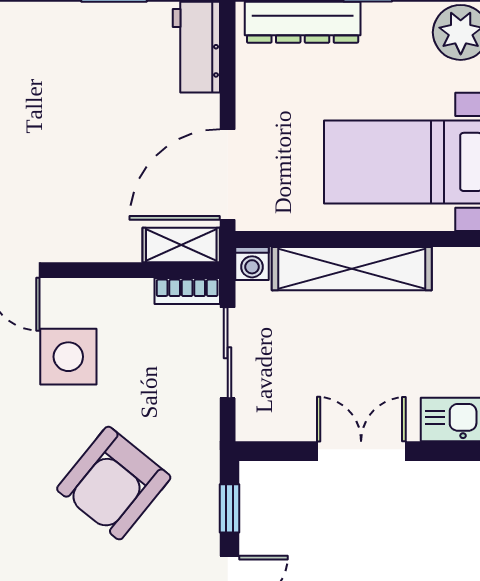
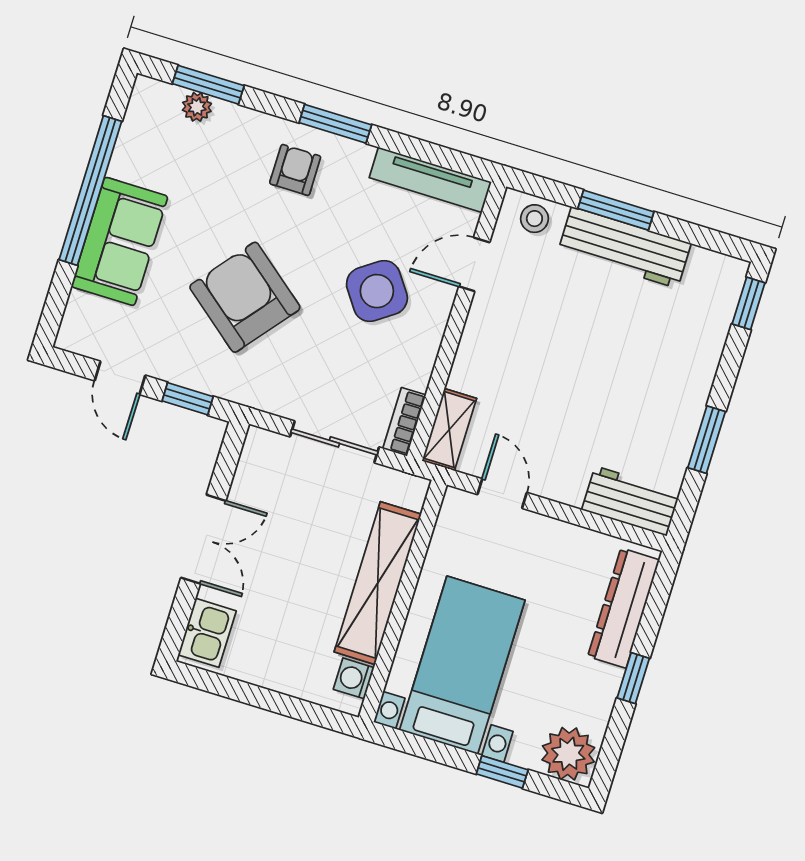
door: (228, 174) -> (502, 494), width x0.53
washing machine: (252, 263) -> (354, 678), moved
side table: (68, 357) -> (377, 291), turned -35

